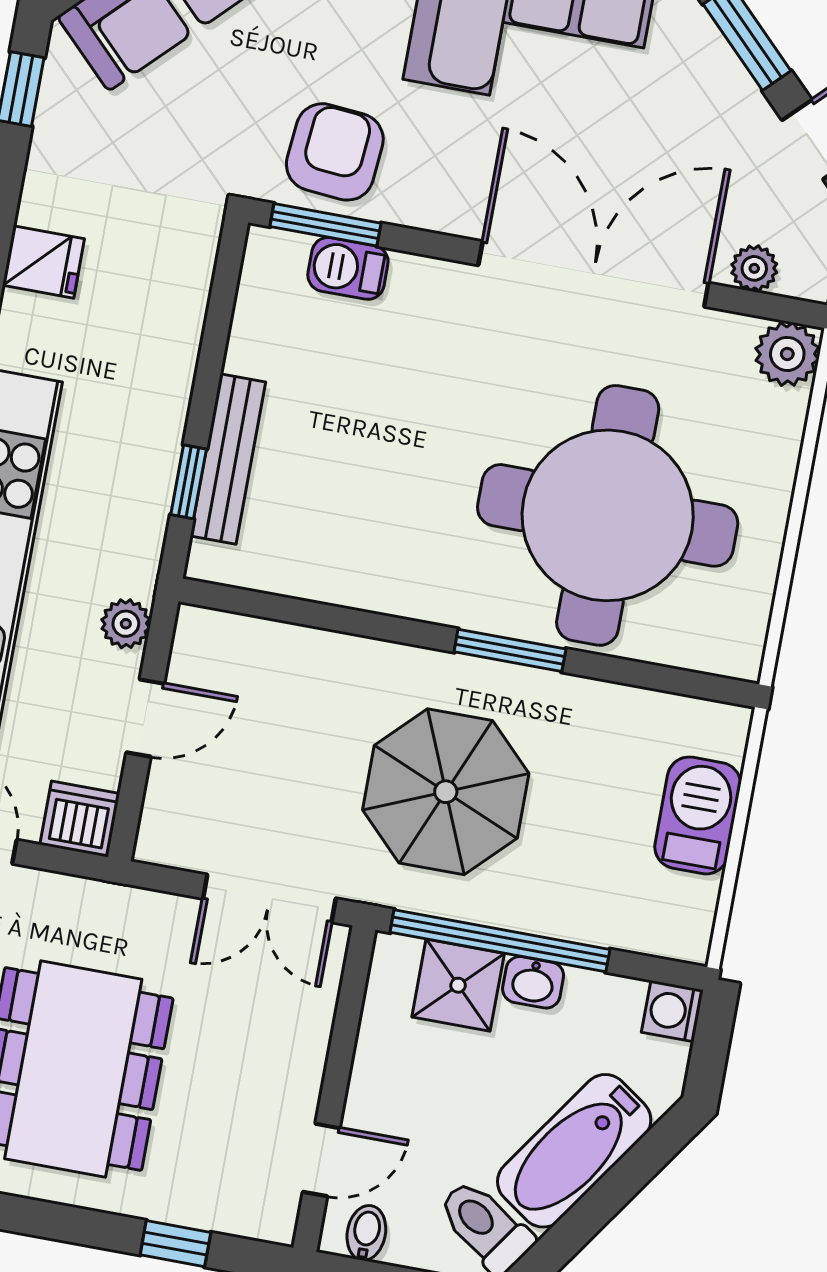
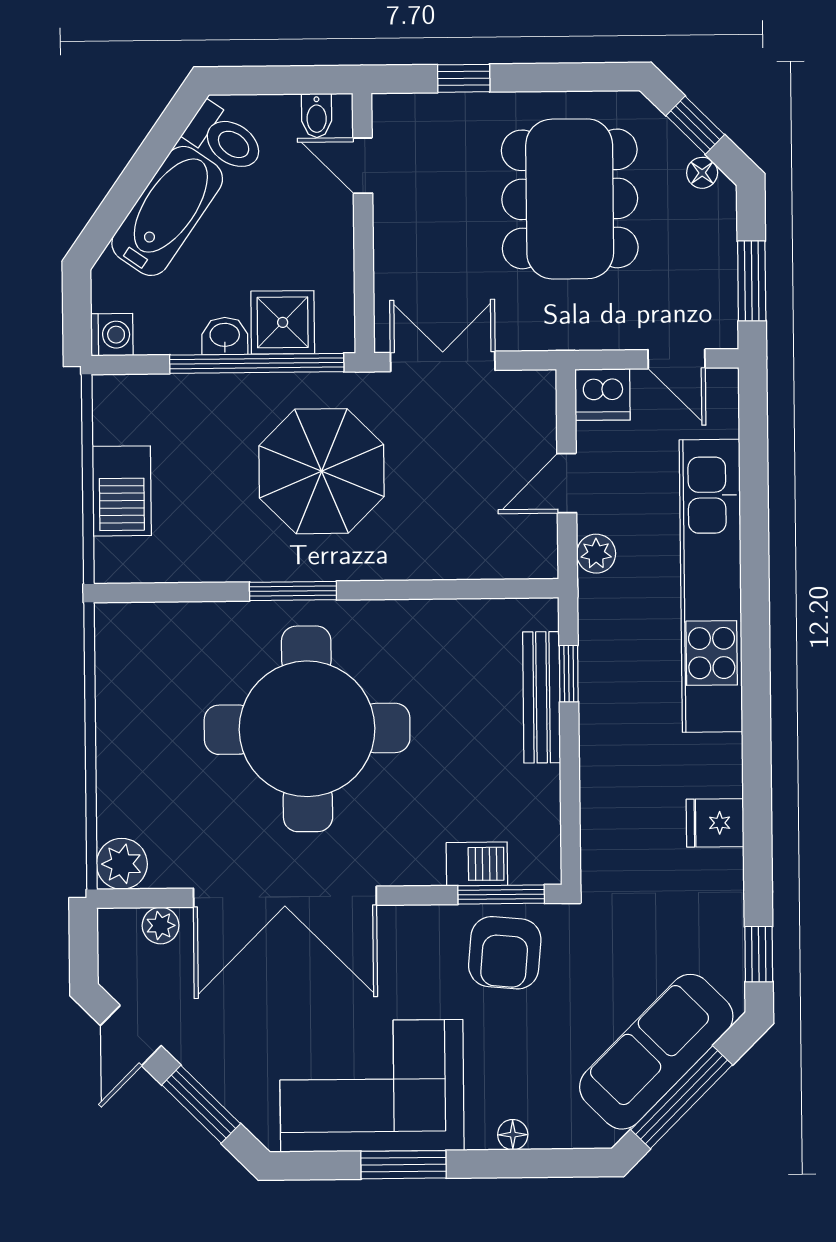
round table: (608, 515) -> (307, 729), moved
door: (321, 1160) -> (363, 166), hinge flipped

